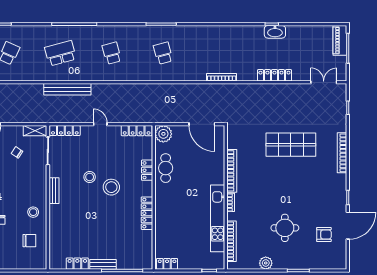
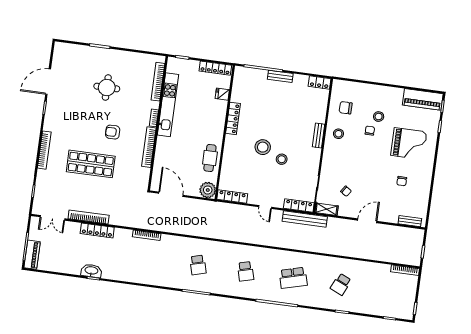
bookcase: (286, 88) -> (89, 217), added
bench: (67, 89) -> (305, 219), moved
locker: (147, 170) -> (227, 158), removed
bench: (54, 191) -> (319, 135), moved
armchair: (324, 234) -> (113, 132), moved
fridge: (162, 237) -> (222, 94), added
plant: (266, 263) -> (129, 57), removed
locker: (77, 264) -> (319, 82), moved
locker: (167, 264) -> (215, 68), width x1.53

